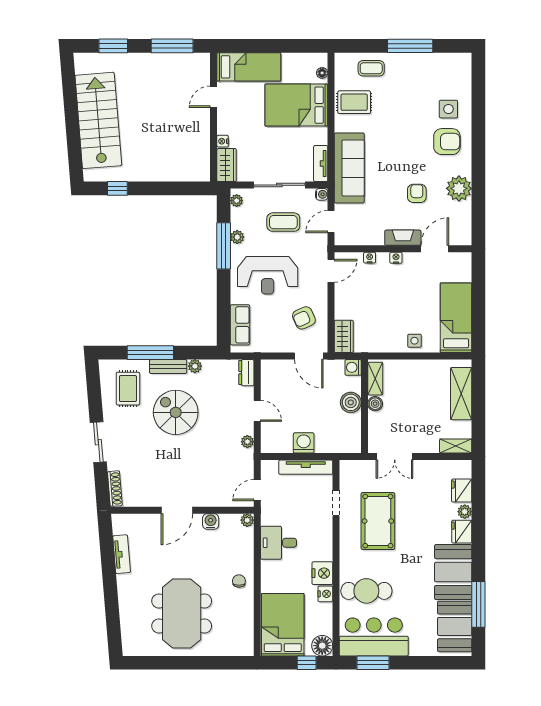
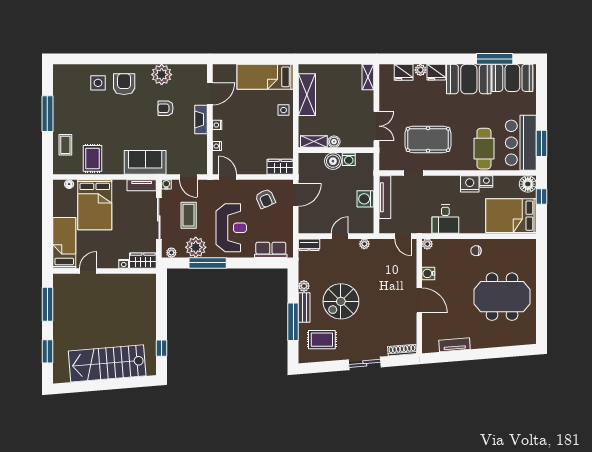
door: (214, 97) -> (88, 271), swing flipped
sofa: (349, 168) -> (145, 162), width x0.73
plant: (237, 237) -> (196, 247), width x1.87, depth x1.87
door: (435, 249) -> (210, 94), swing flipped
washing machine: (353, 367) -> (349, 159), moved
shelving: (461, 394) -> (307, 95), moved, turned 90

